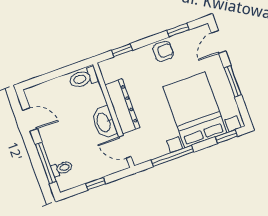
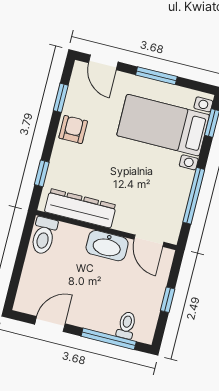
dresser: (122, 106) -> (80, 208), moved
bed with nightstands: (195, 110) -> (163, 125), width x0.73
door: (125, 147) -> (149, 241), hinge flipped

